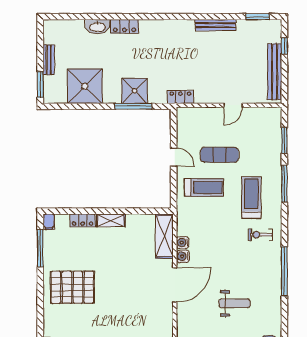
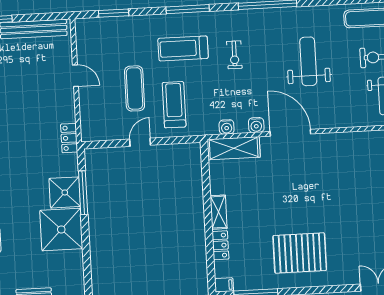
shower: (85, 86) -> (61, 229), moved
window: (284, 184) -> (188, 9), moved
exercise bike: (260, 235) -> (234, 55), moved
water cooler: (183, 243) -> (227, 127), moved
pallet: (72, 287) -> (300, 253), turned 90
weight bench: (235, 303) -> (308, 61), width x1.36, depth x1.33

